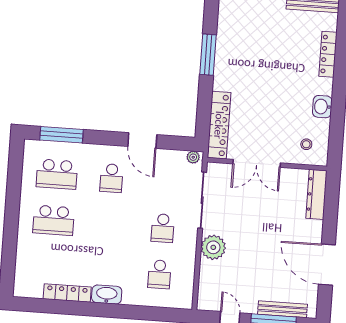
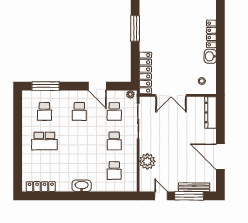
locker: (328, 54) -> (211, 34), moved
school desk: (57, 174) -> (44, 111), width x0.54
school desk: (166, 182) -> (114, 111), added
plant: (213, 247) -> (147, 161), moved
locker: (67, 293) -> (41, 187), moved

